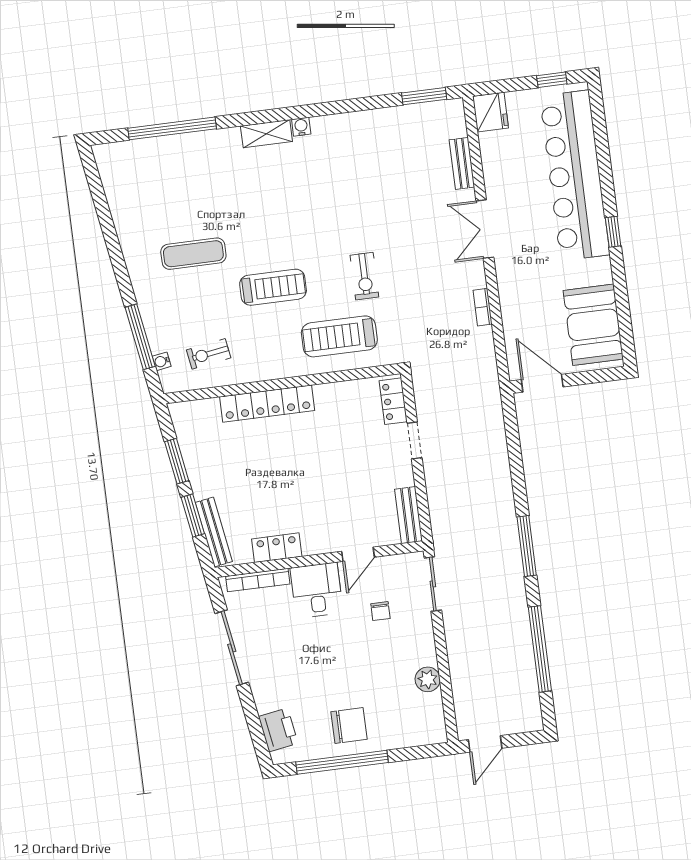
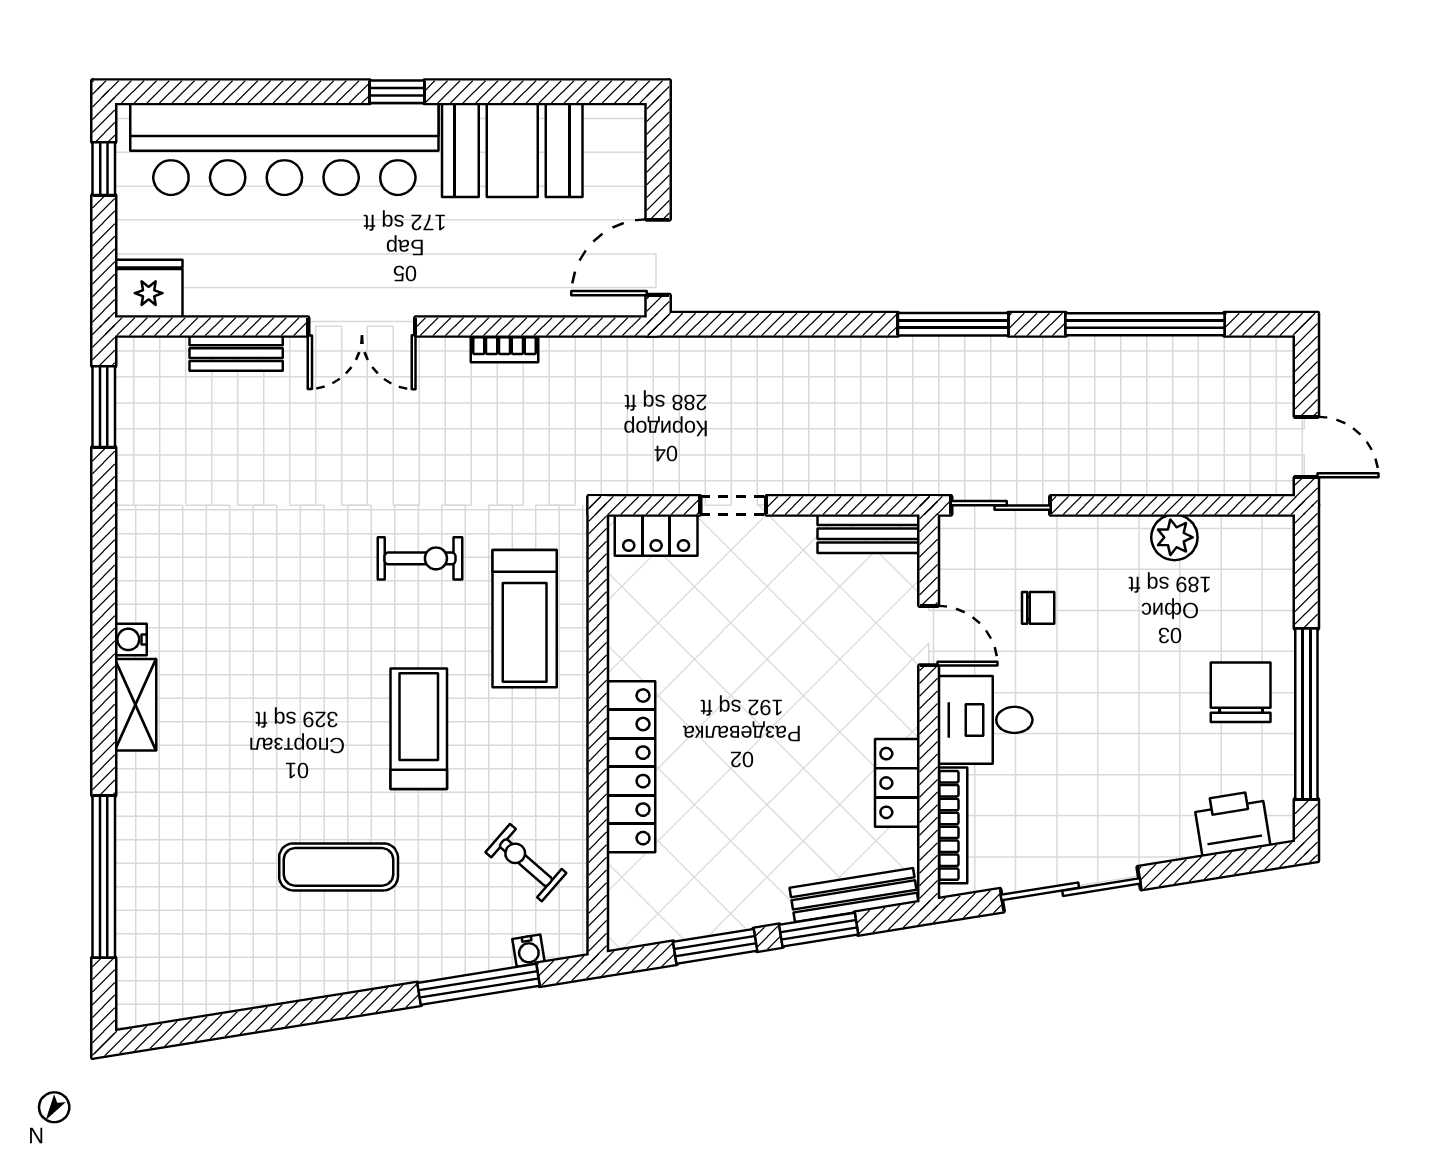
exercise mat: (193, 254) -> (339, 867), turned 90
booth: (593, 325) -> (512, 150), moved
exercise bike: (209, 354) -> (526, 863), turned 140

